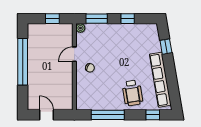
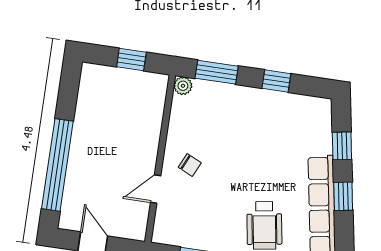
door: (74, 54) -> (156, 189), moved
window: (23, 62) -> (57, 165), moved
window: (170, 72) -> (343, 196), added

